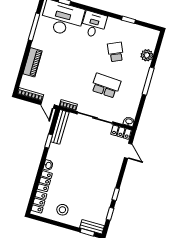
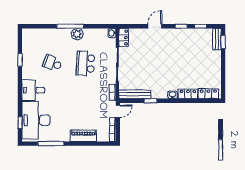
school desk: (116, 52) -> (52, 63), turned 45
plant: (147, 55) -> (77, 34), moved
door: (128, 151) -> (155, 26), moved
stool: (62, 210) -> (209, 70), removed

